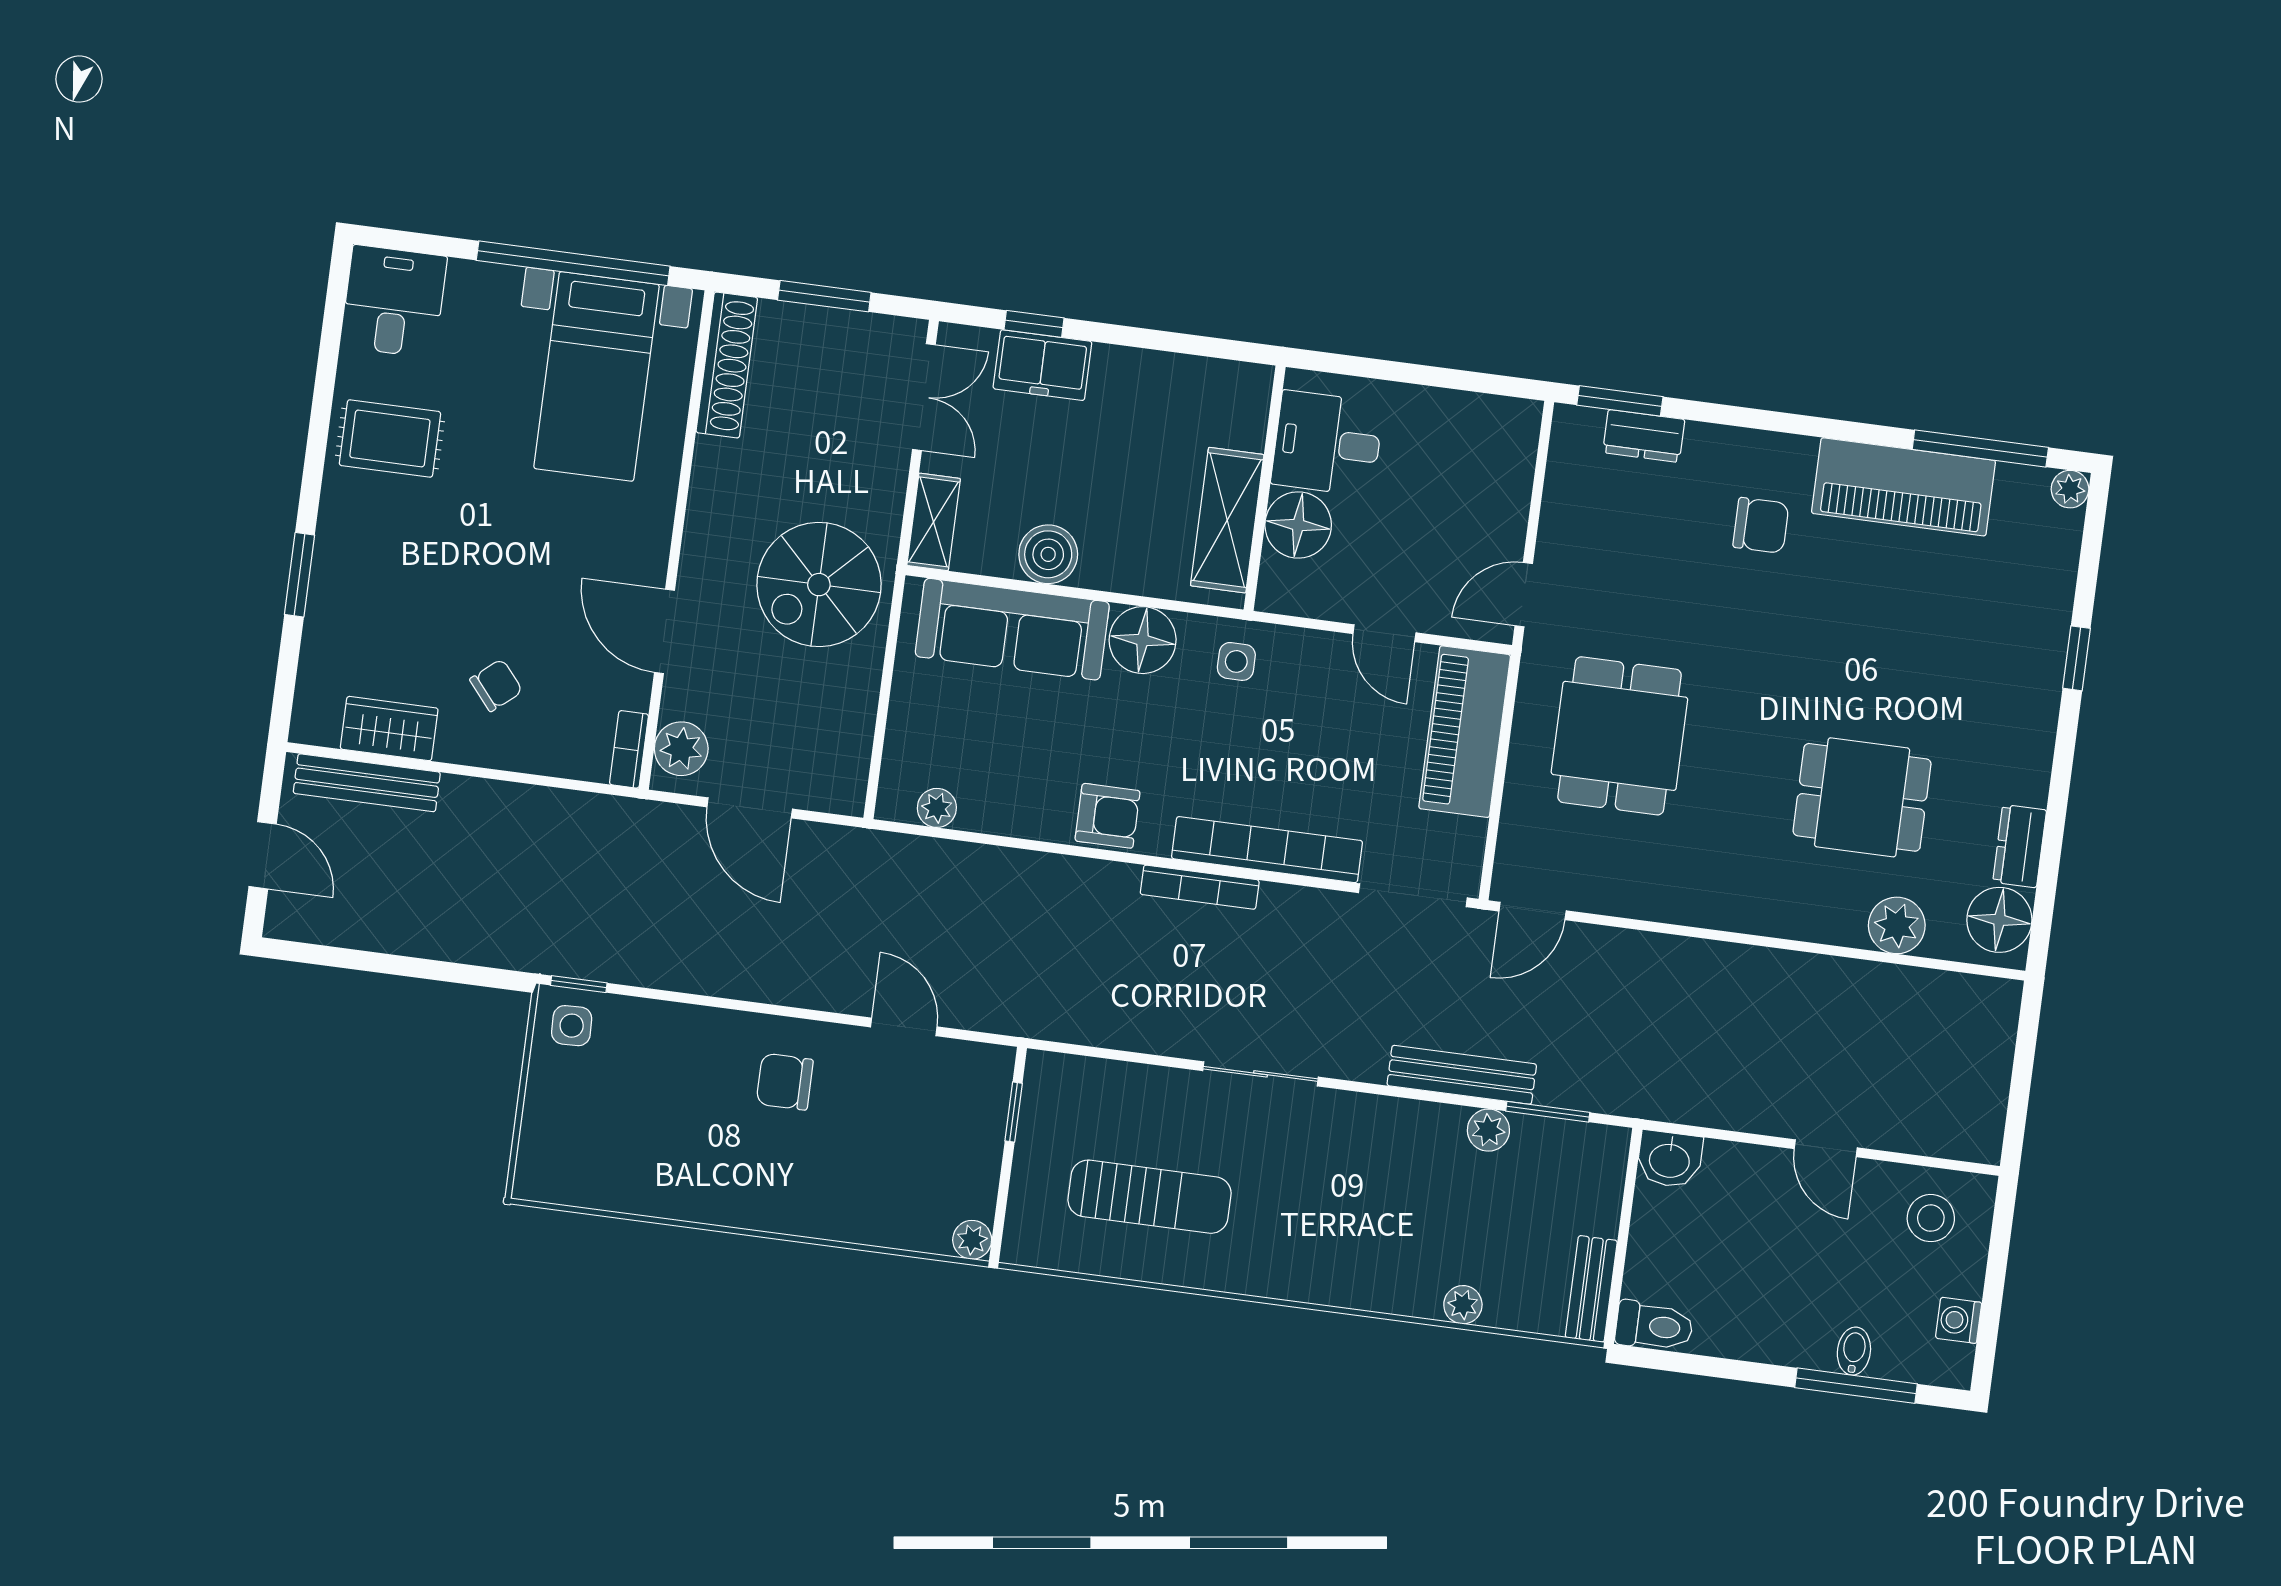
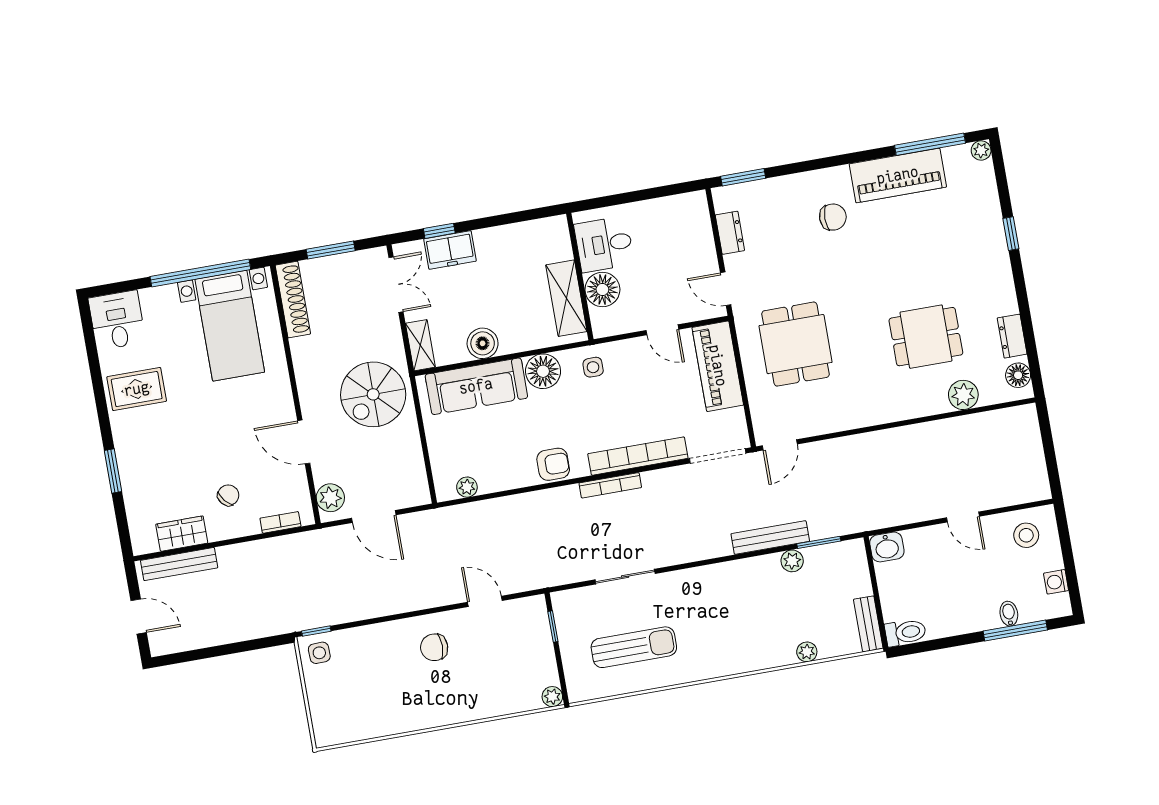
dresser: (1644, 436) -> (730, 233), moved, turned -90
door: (1524, 595) -> (726, 289), hinge flipped
bookcase: (629, 749) -> (280, 522), moved, turned 90
floor lamp: (1999, 920) -> (1018, 375), width x0.73, depth x0.73
sliding door: (1261, 1074) -> (625, 577), moved

